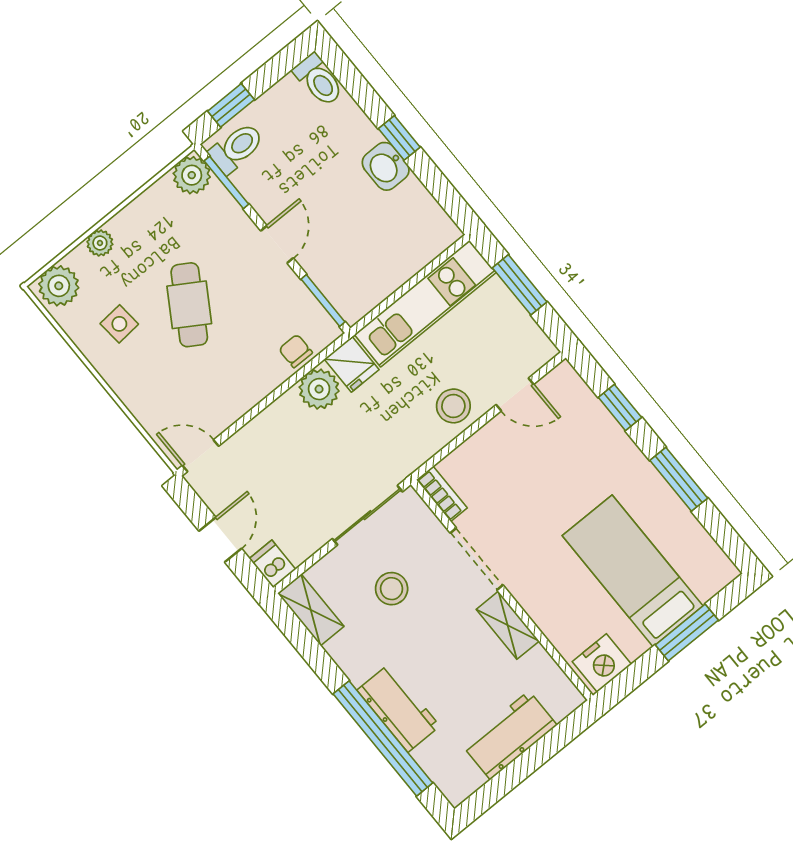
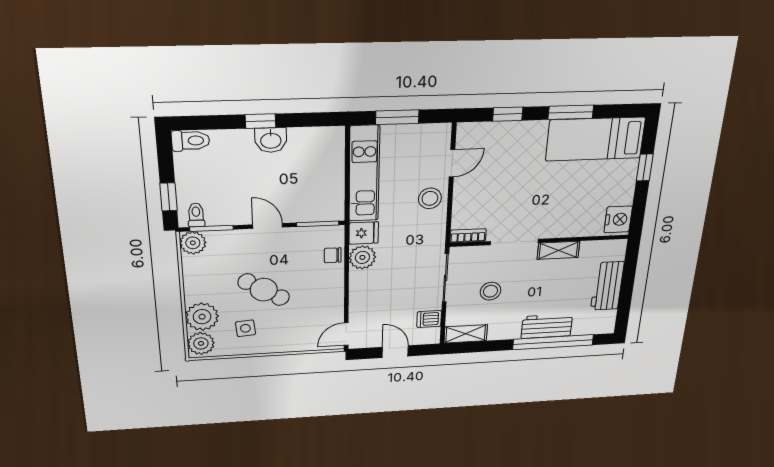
toilet: (236, 148) -> (196, 215), width x0.73, depth x0.72
plant: (100, 243) -> (202, 317), width x1.87, depth x1.87
dishwasher: (272, 564) -> (429, 319), moved
bed: (633, 571) -> (595, 139), moved
window: (687, 633) -> (645, 167), width x0.67

